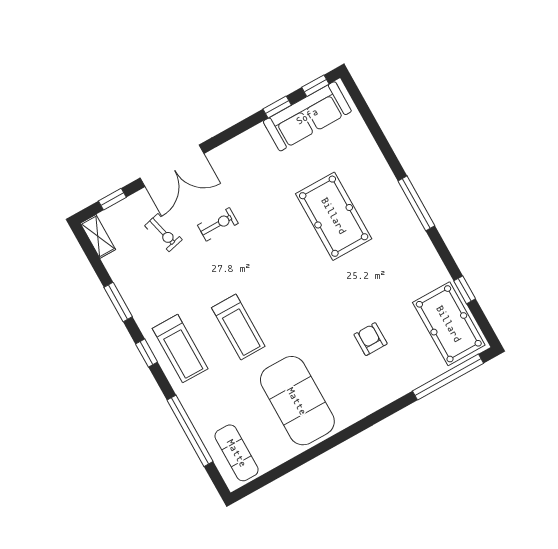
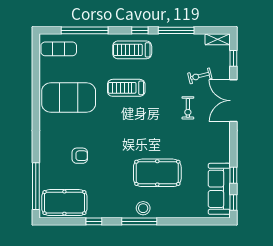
stool: (395, 208) -> (143, 208), added
window: (465, 290) -> (94, 221), moved
window: (118, 302) -> (176, 30), width x1.44

